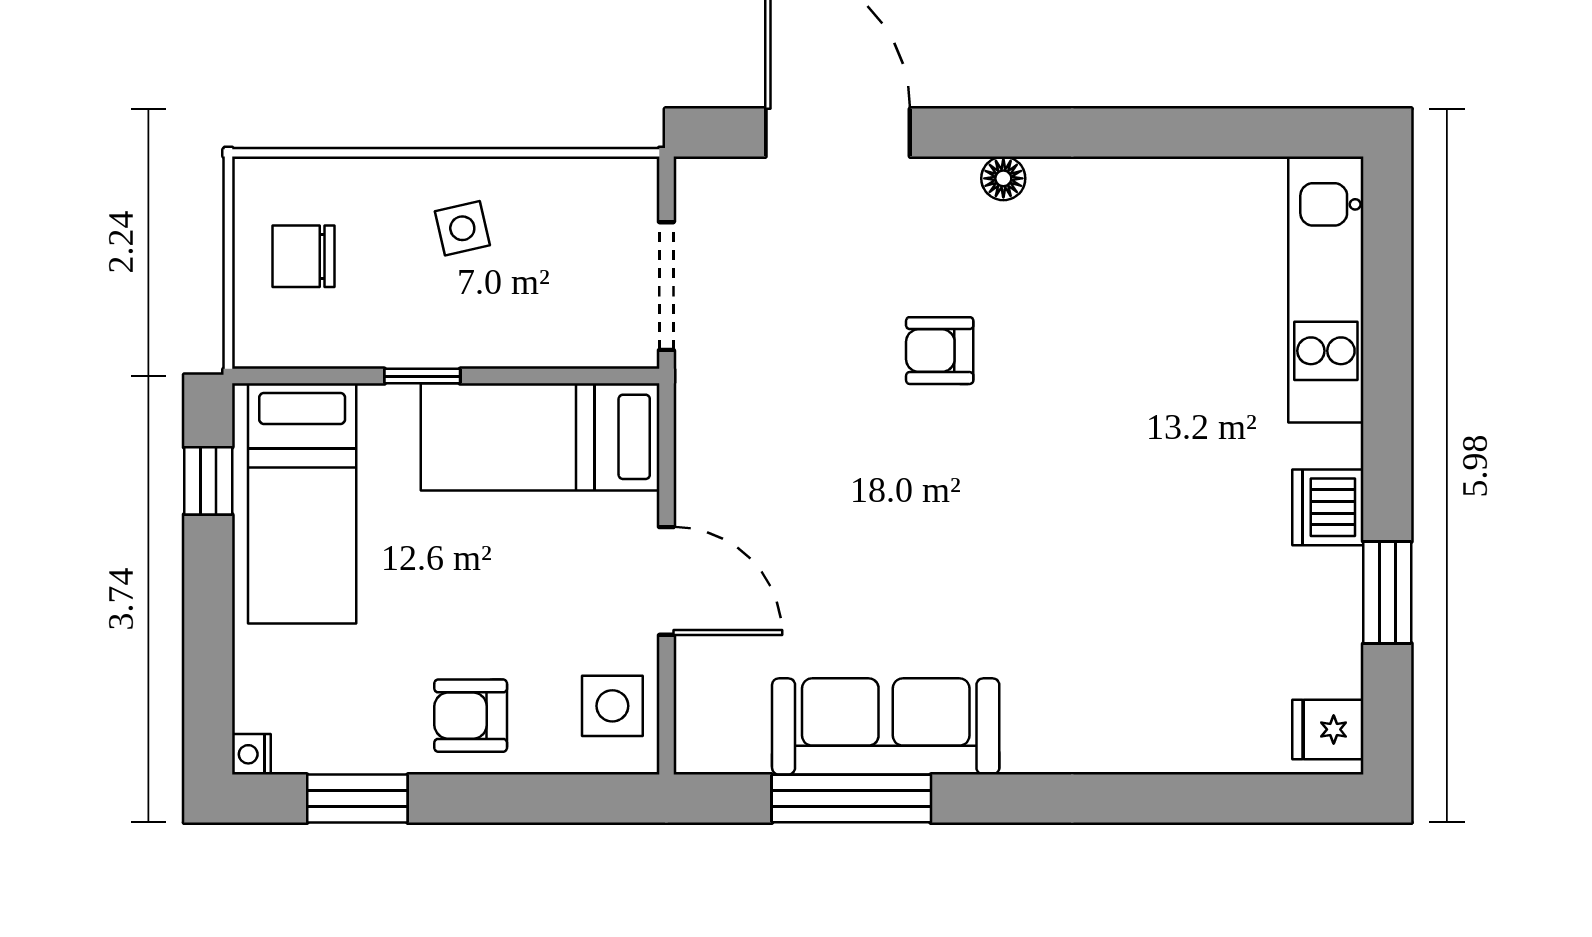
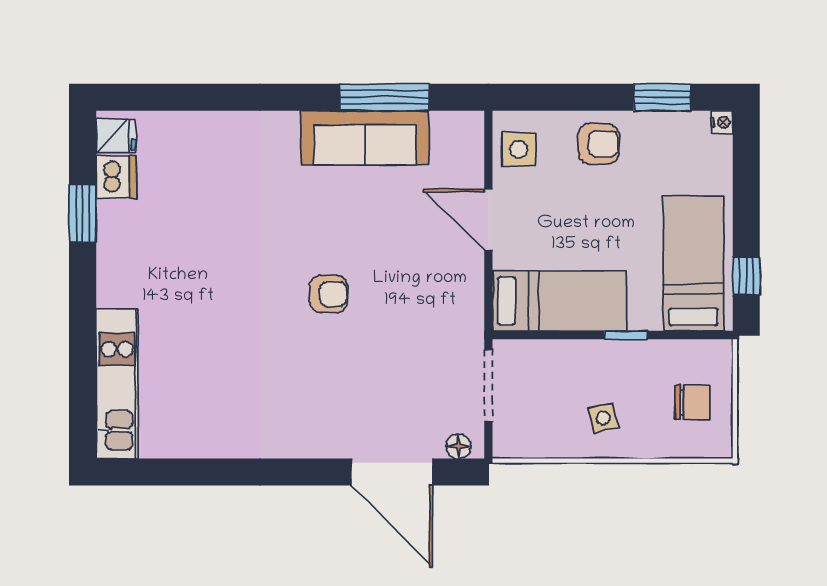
floor lamp: (1003, 178) -> (458, 446), moved
armchair: (940, 351) -> (329, 294), moved
dishwasher: (1328, 507) -> (116, 177), moved

